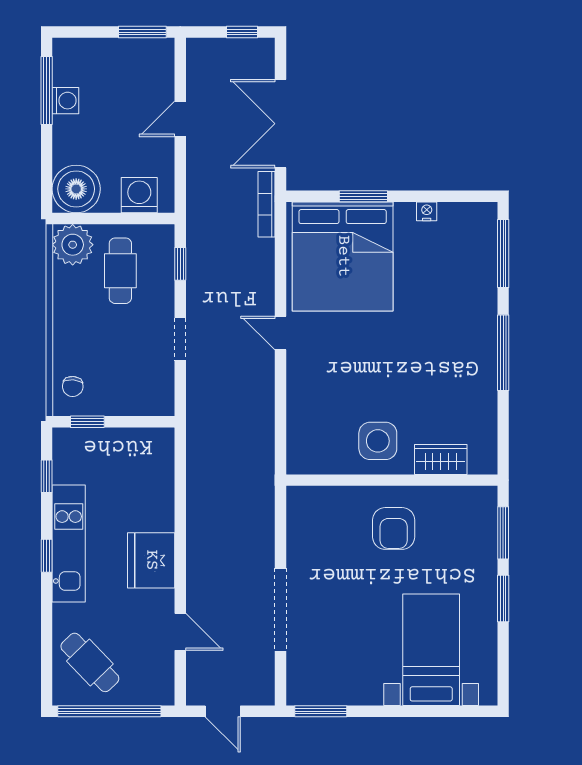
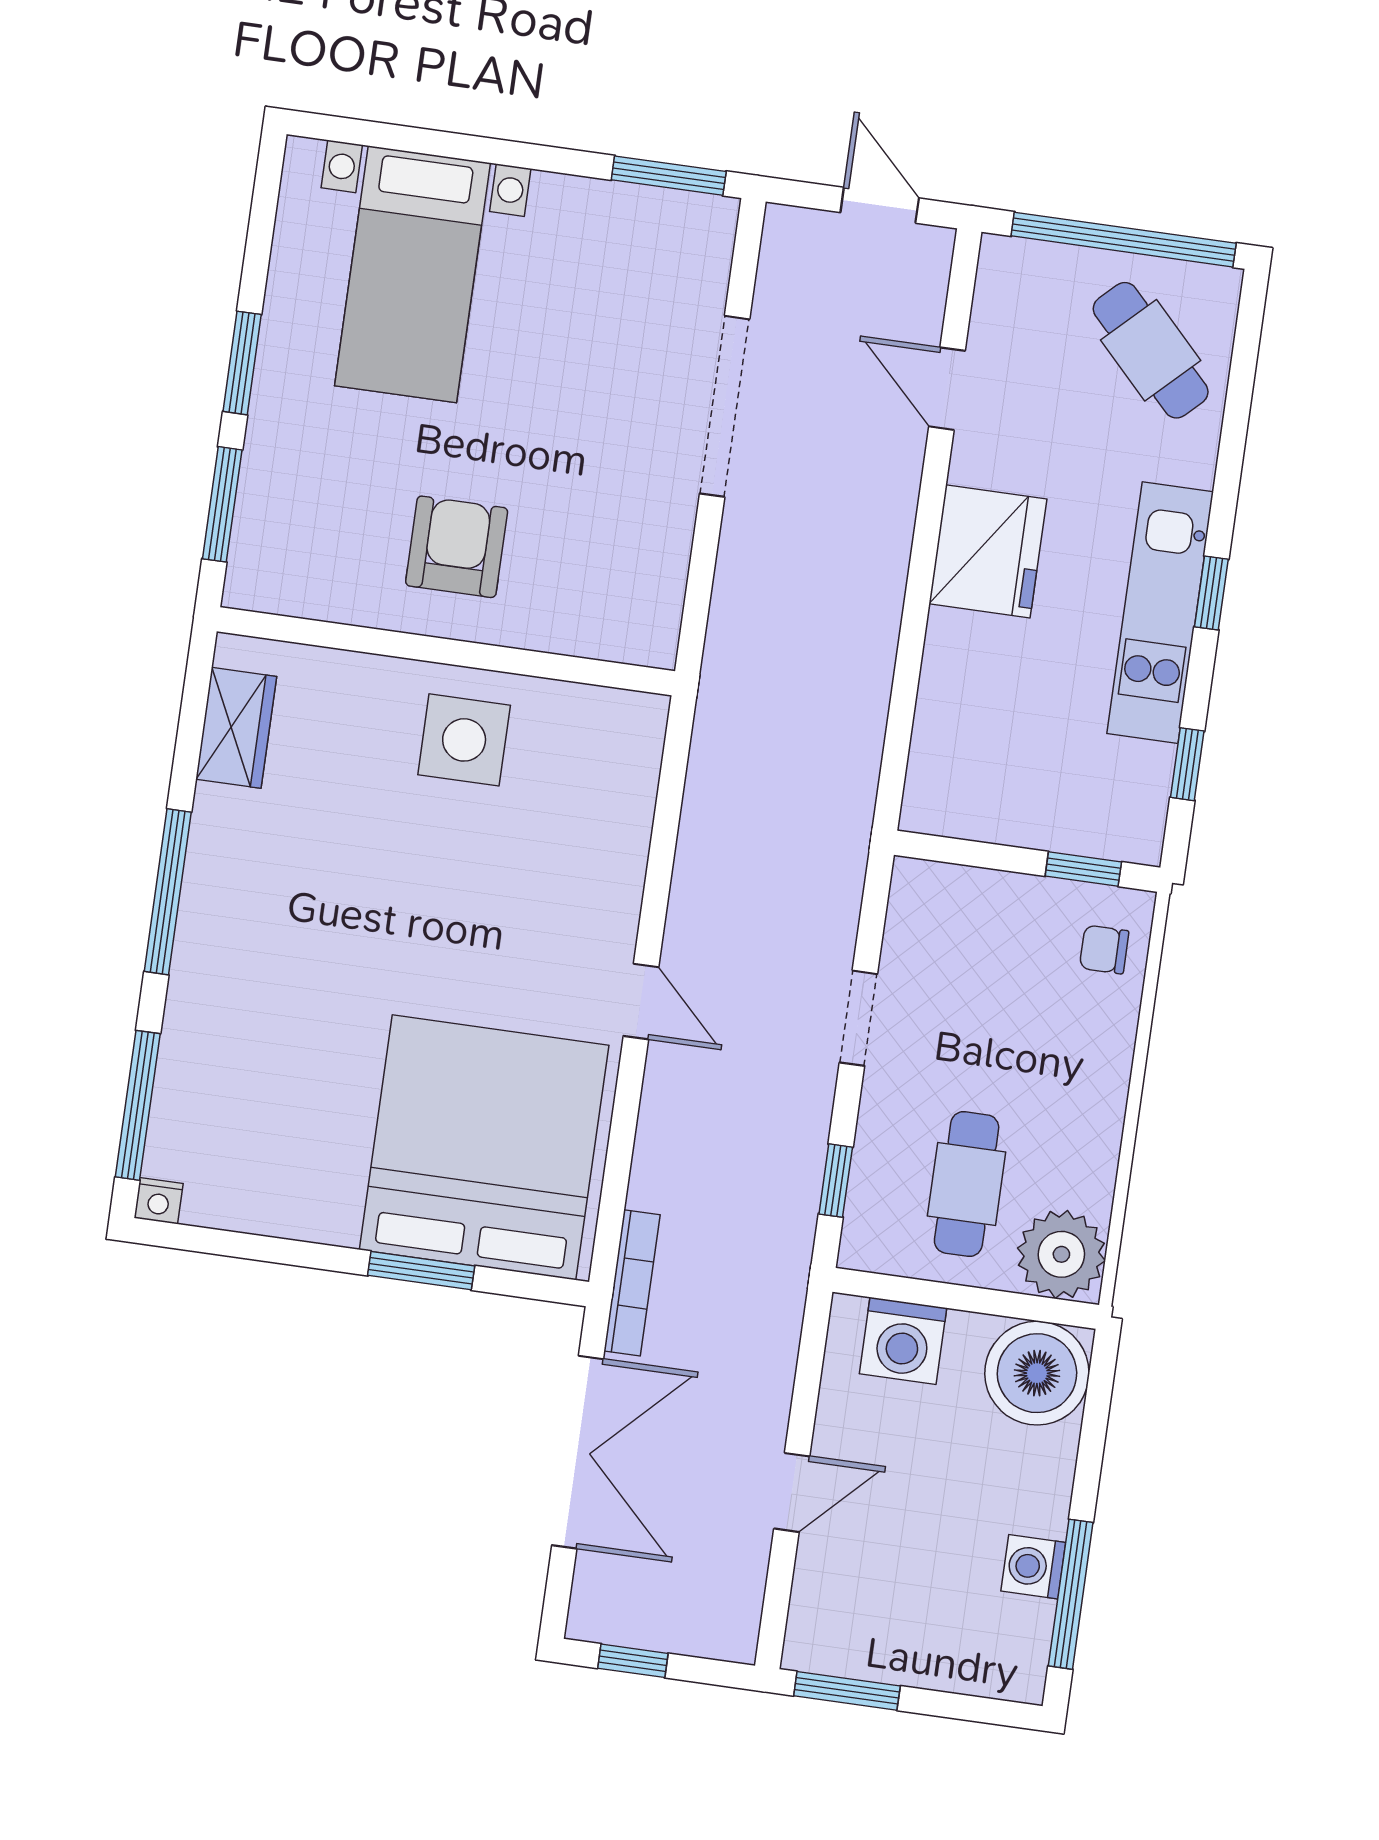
nightstand: (427, 211) -> (159, 1201), moved
chair: (73, 386) -> (1104, 949), turned -95
wardrobe: (441, 459) -> (236, 728), moved, turned -90

